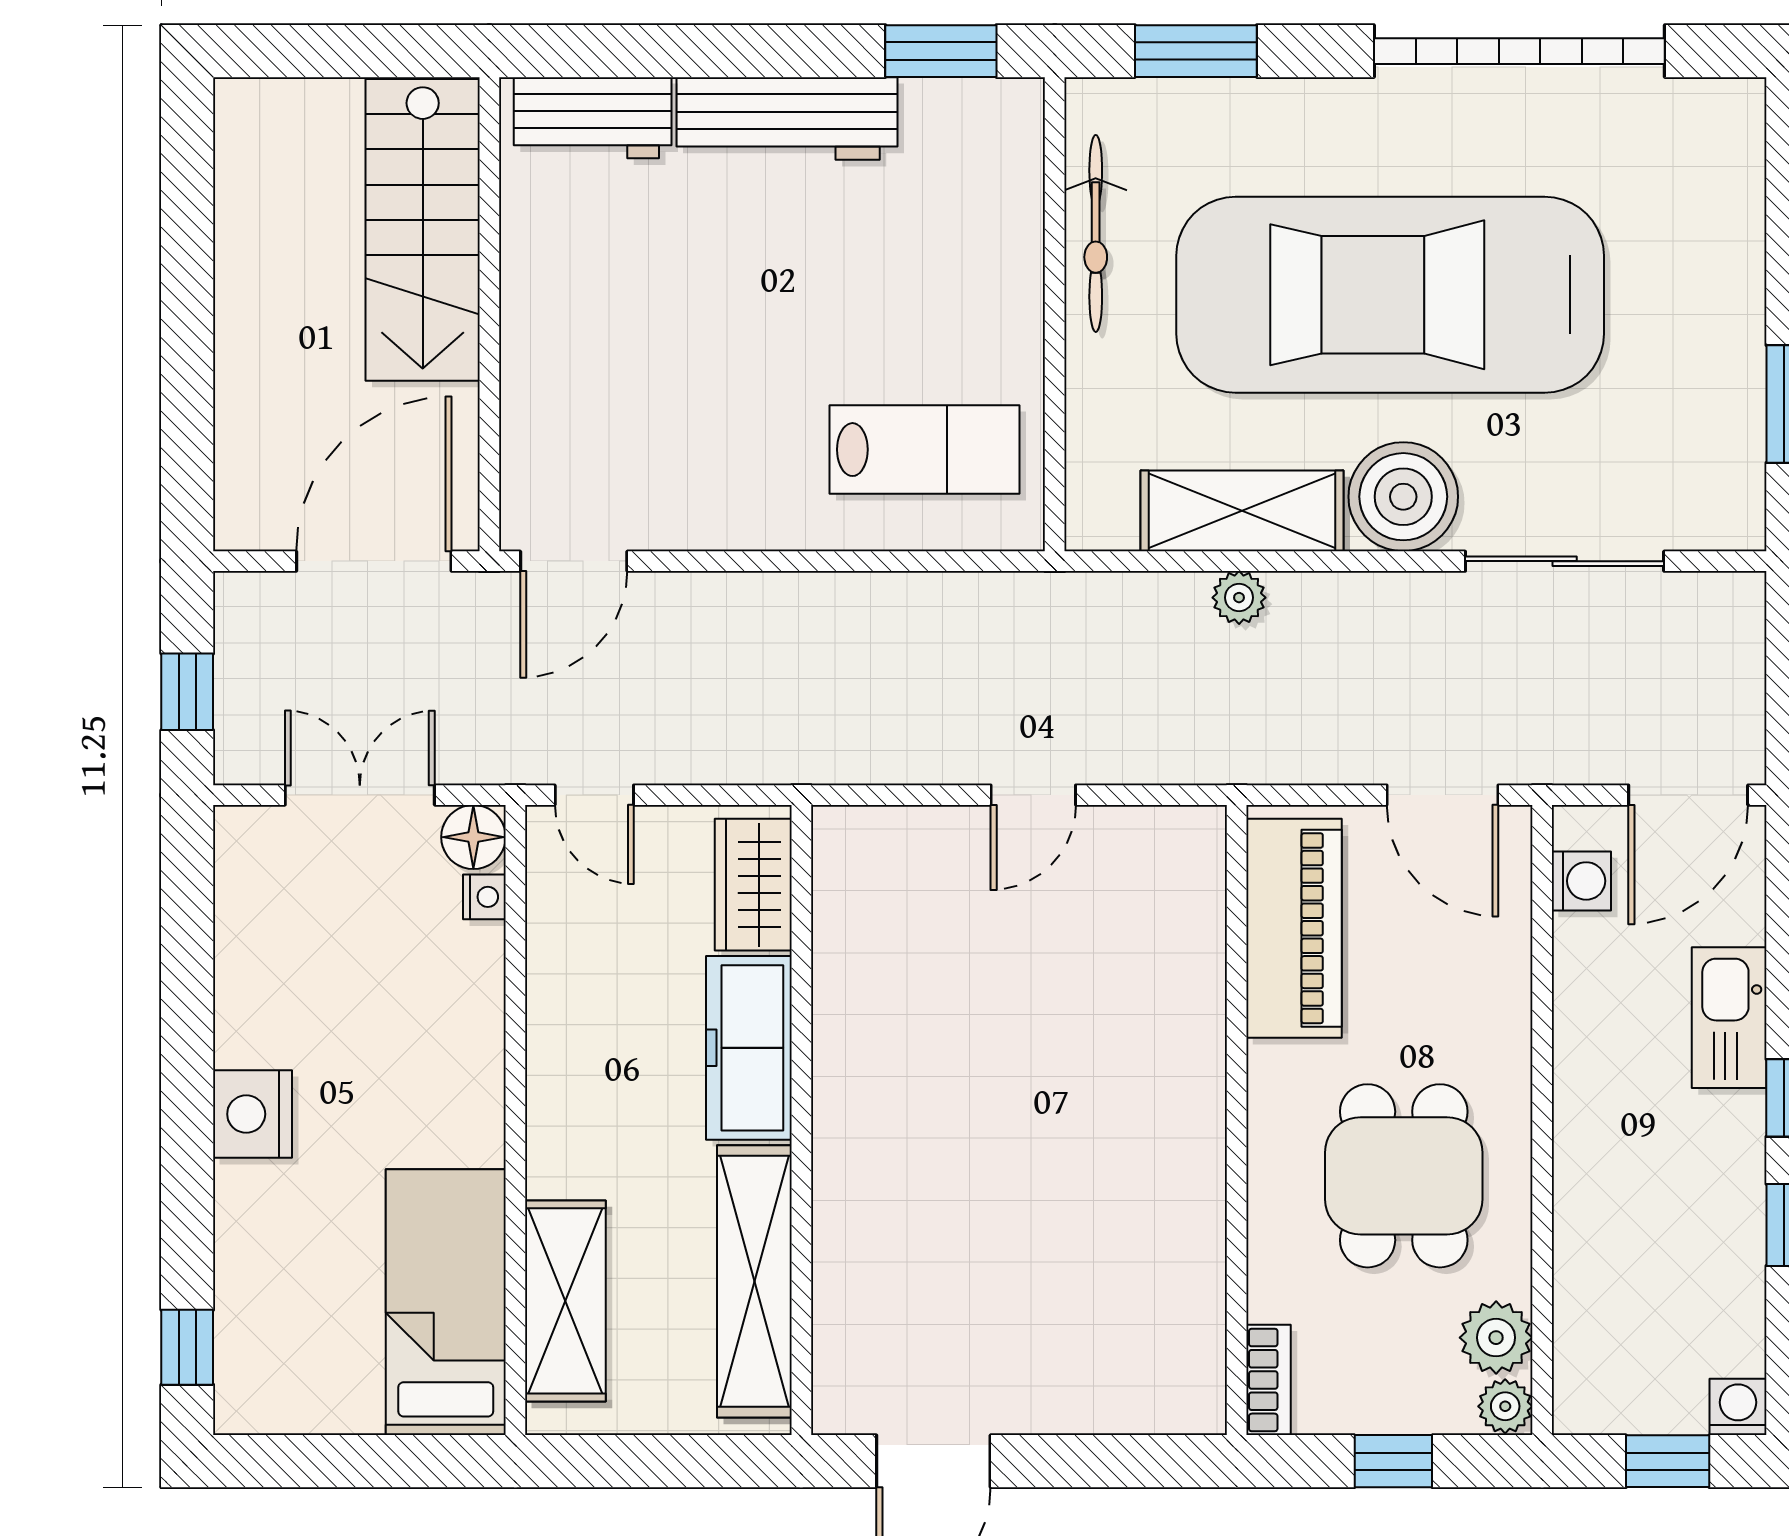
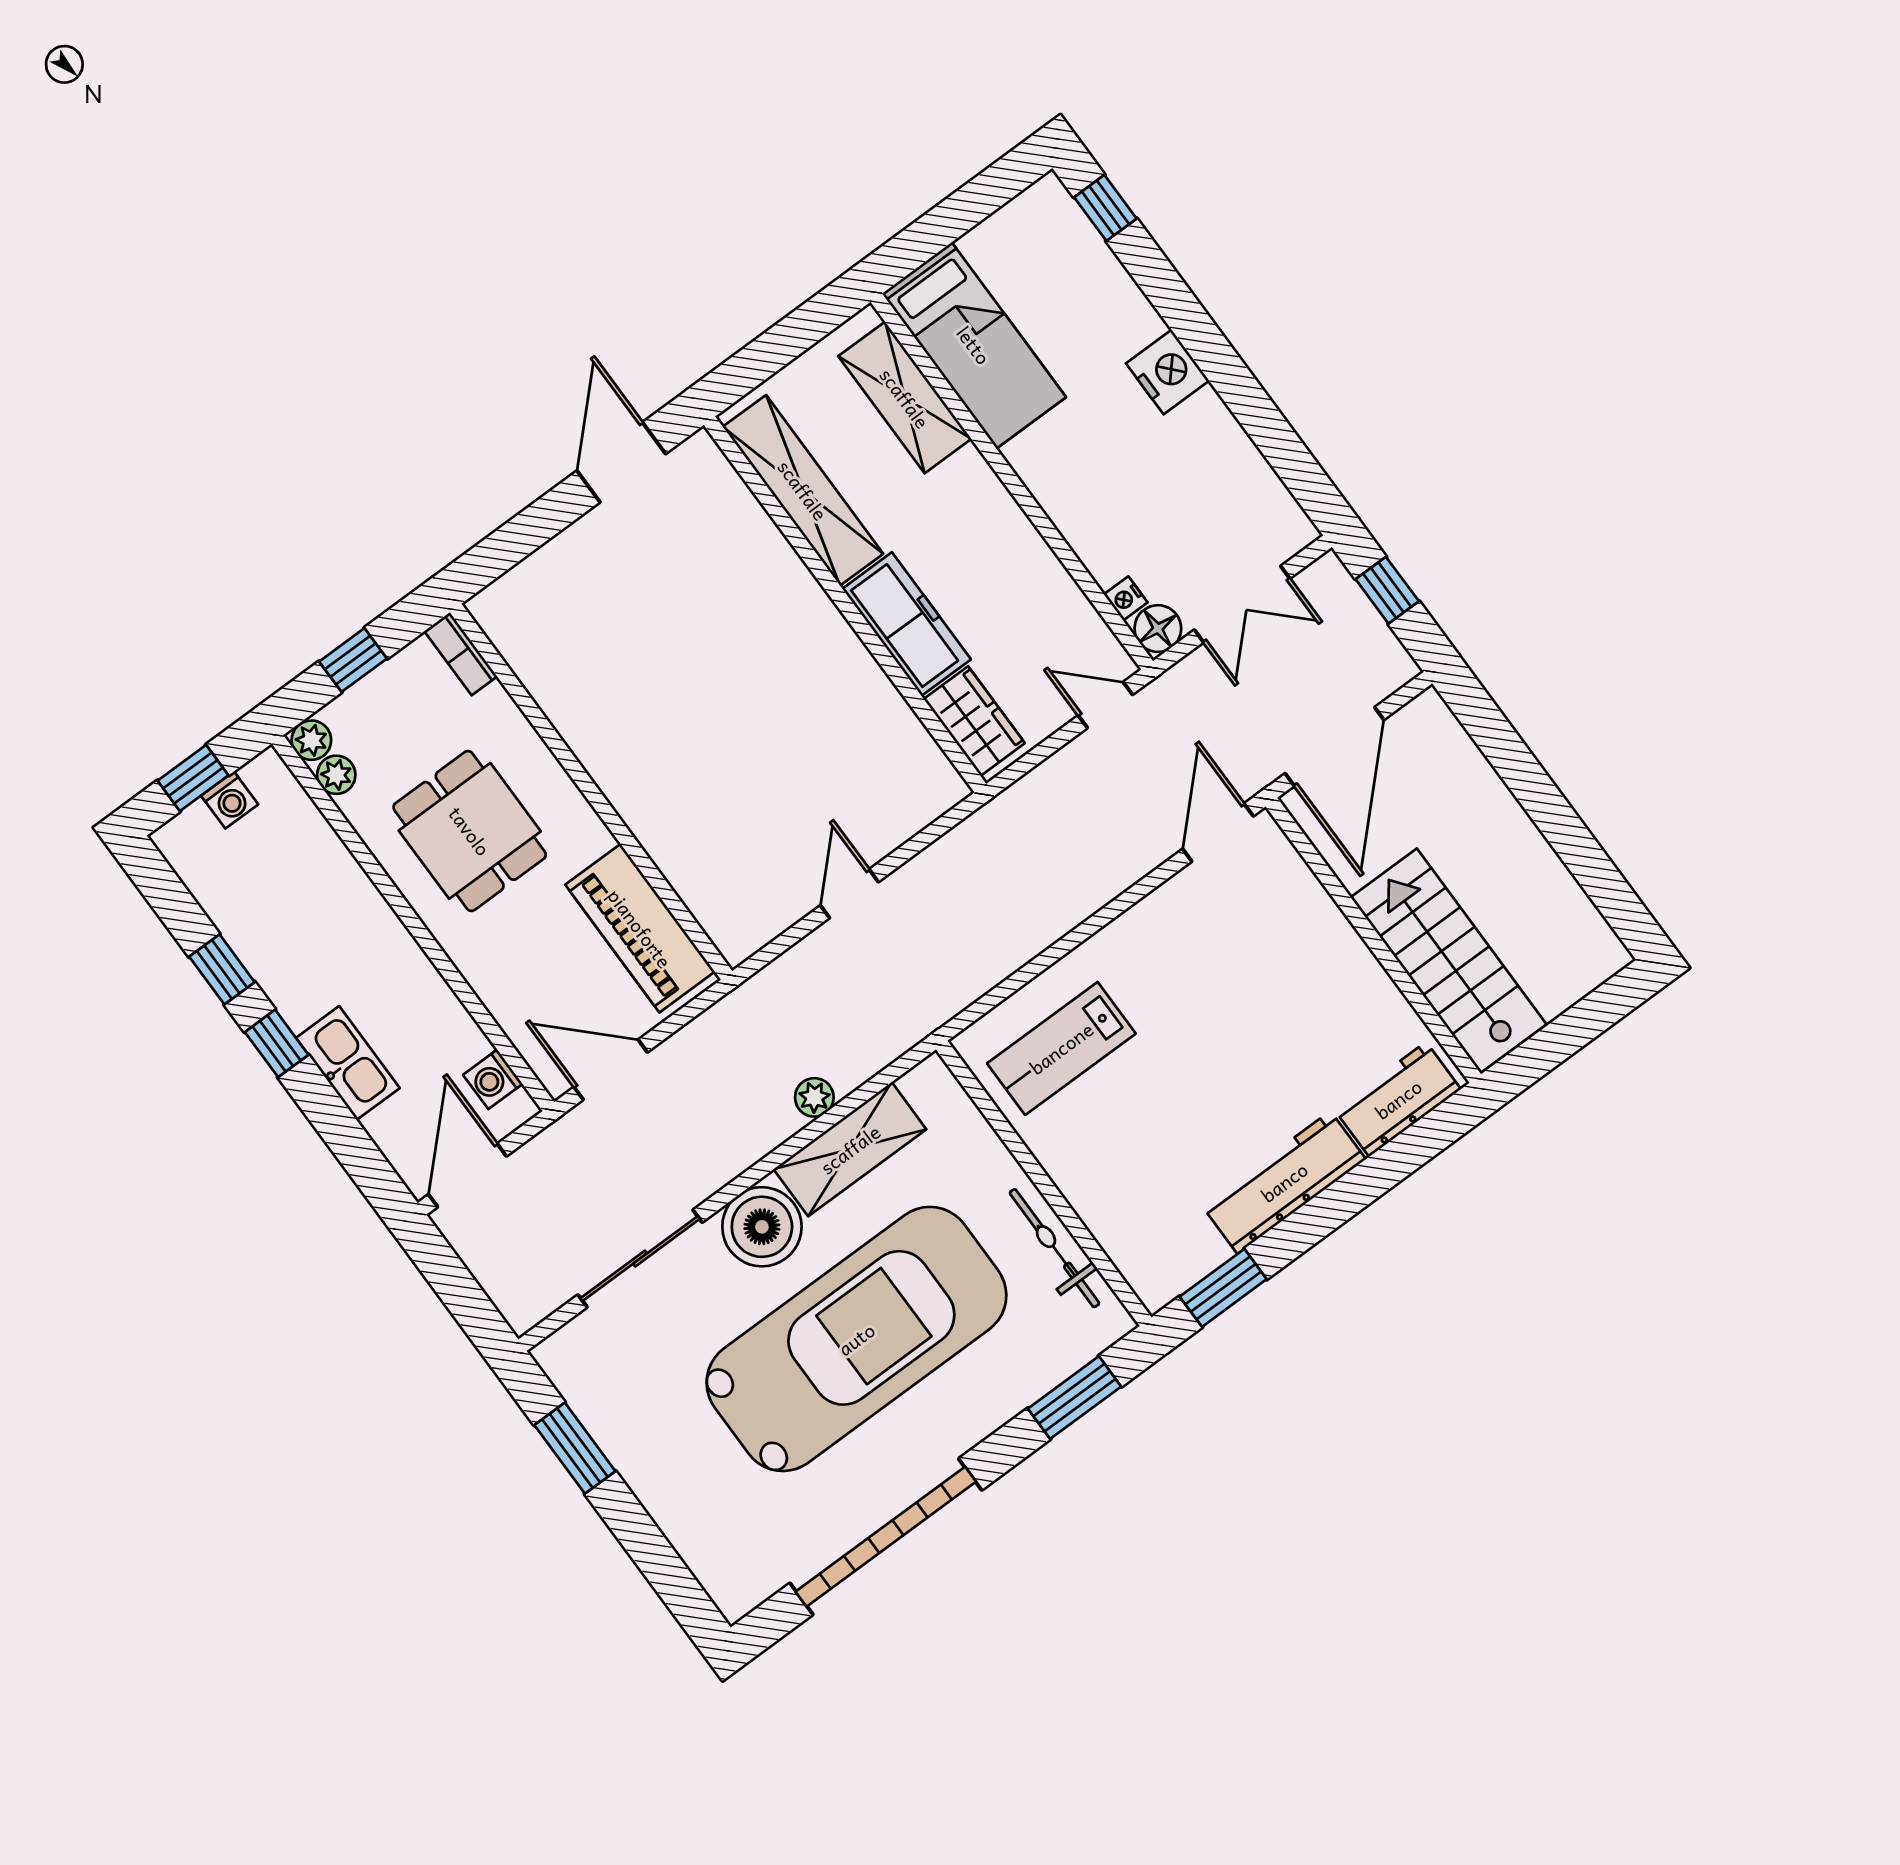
plant: (1496, 1338) -> (336, 775), width x0.73, depth x0.73
washing machine: (1738, 1407) -> (230, 800), moved

